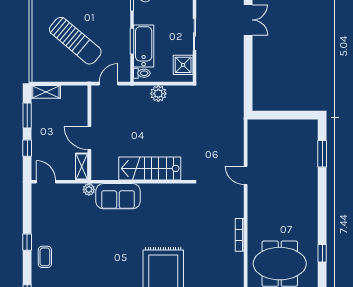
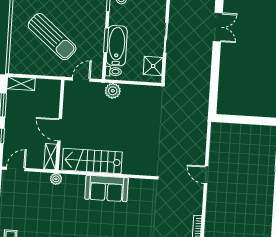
plant: (158, 94) -> (113, 91), moved
stairs: (150, 168) -> (92, 161), moved
door: (46, 182) -> (16, 169), hinge flipped
sofa: (118, 196) -> (106, 188), moved

